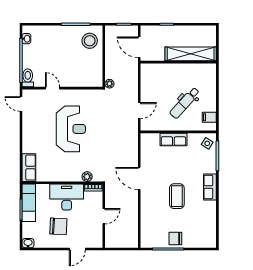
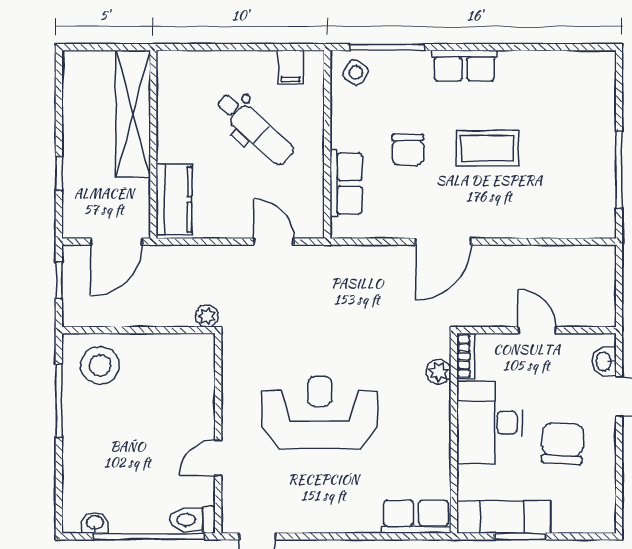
kitchen counter: (156, 70) -> (174, 199), added
row of seats: (173, 140) -> (346, 184), moved
chair: (175, 239) -> (408, 150), moved
washbasin: (28, 243) -> (604, 361), moved

